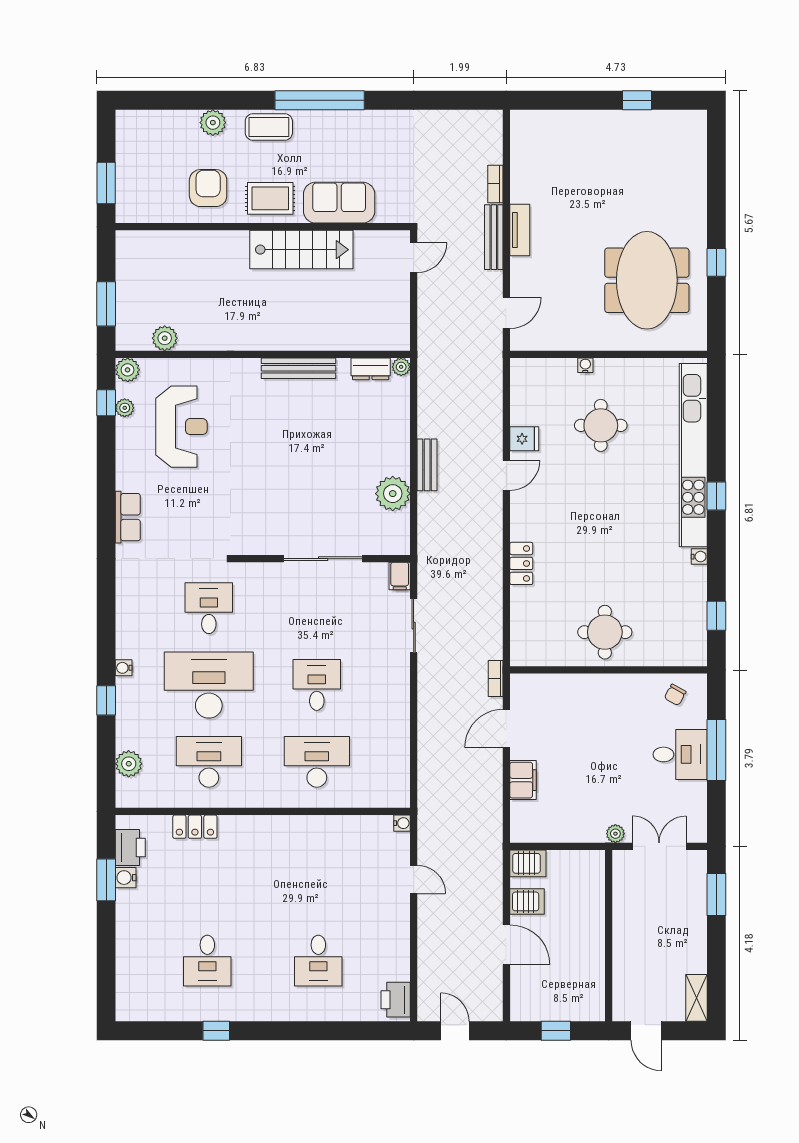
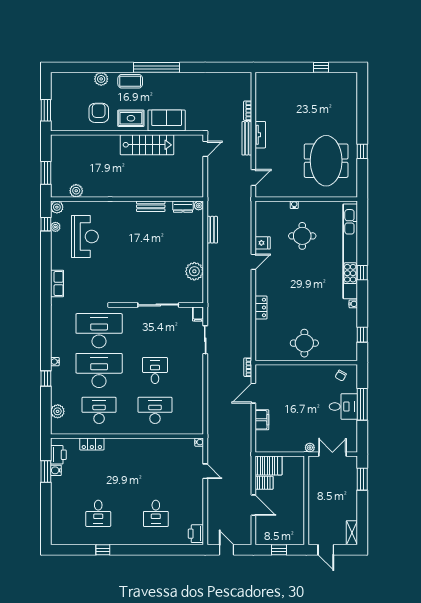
bench: (299, 368) -> (151, 206), width x0.73
bench: (427, 465) -> (212, 230), moved
desk: (209, 608) -> (99, 331), width x1.87, depth x1.30
server rack: (528, 863) -> (269, 466), width x1.36, depth x1.44

